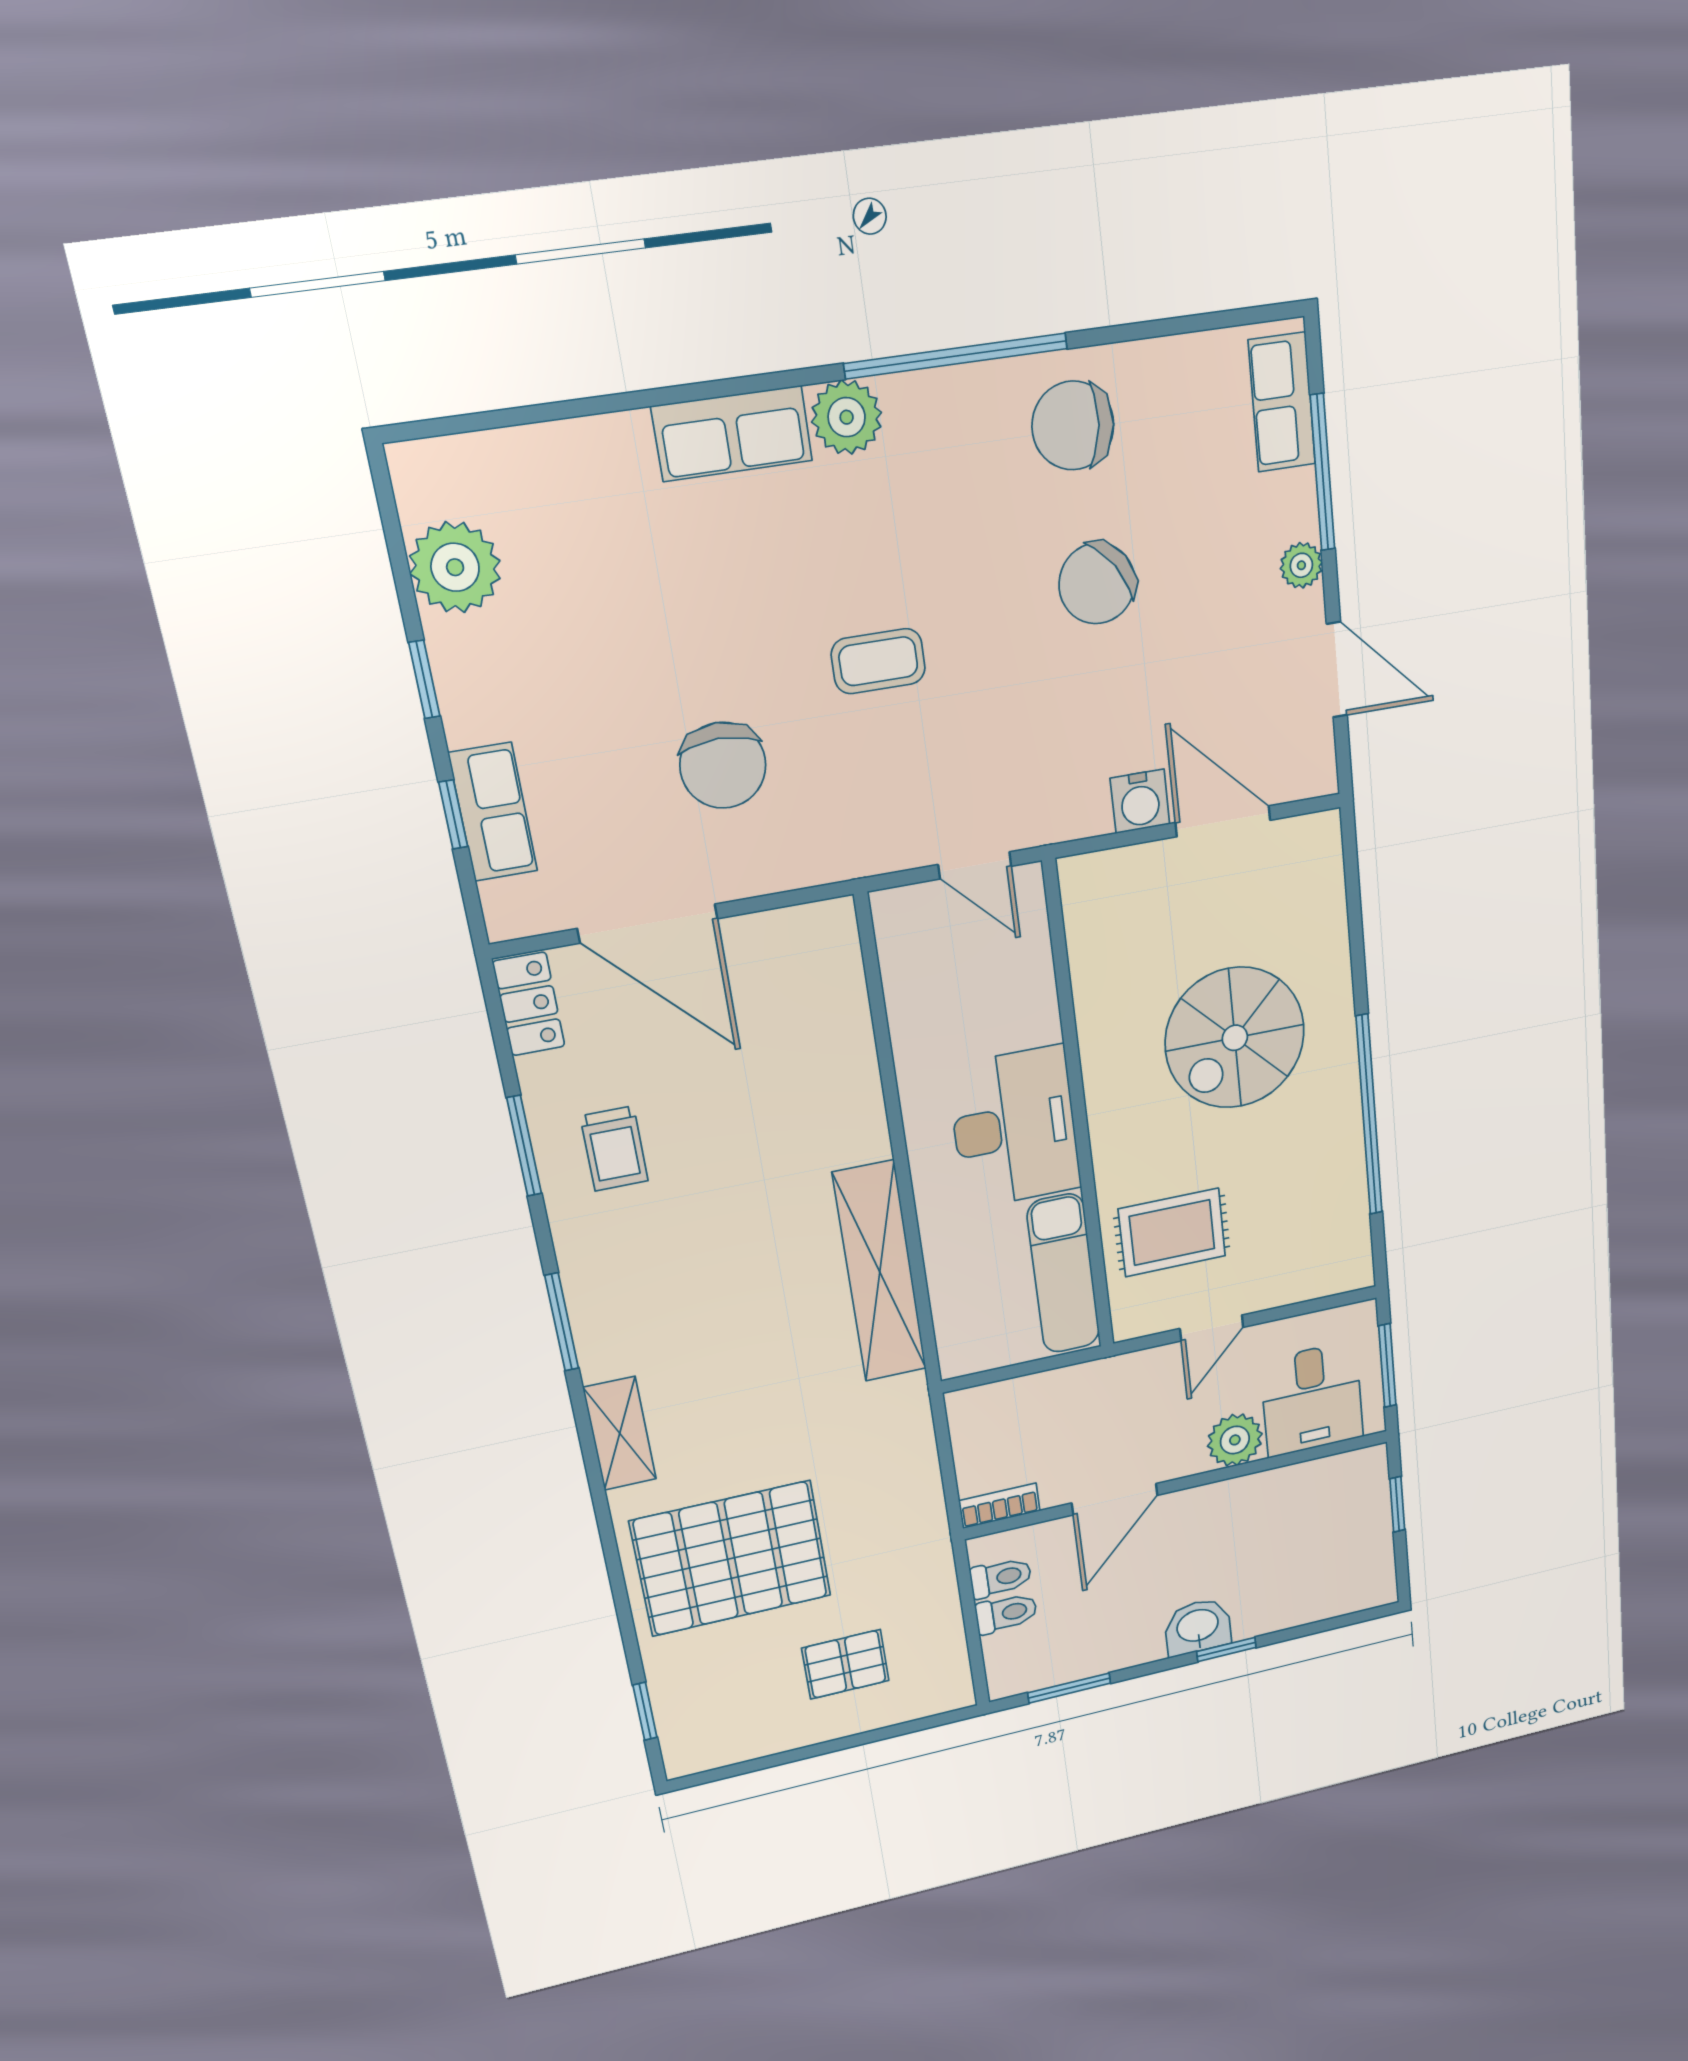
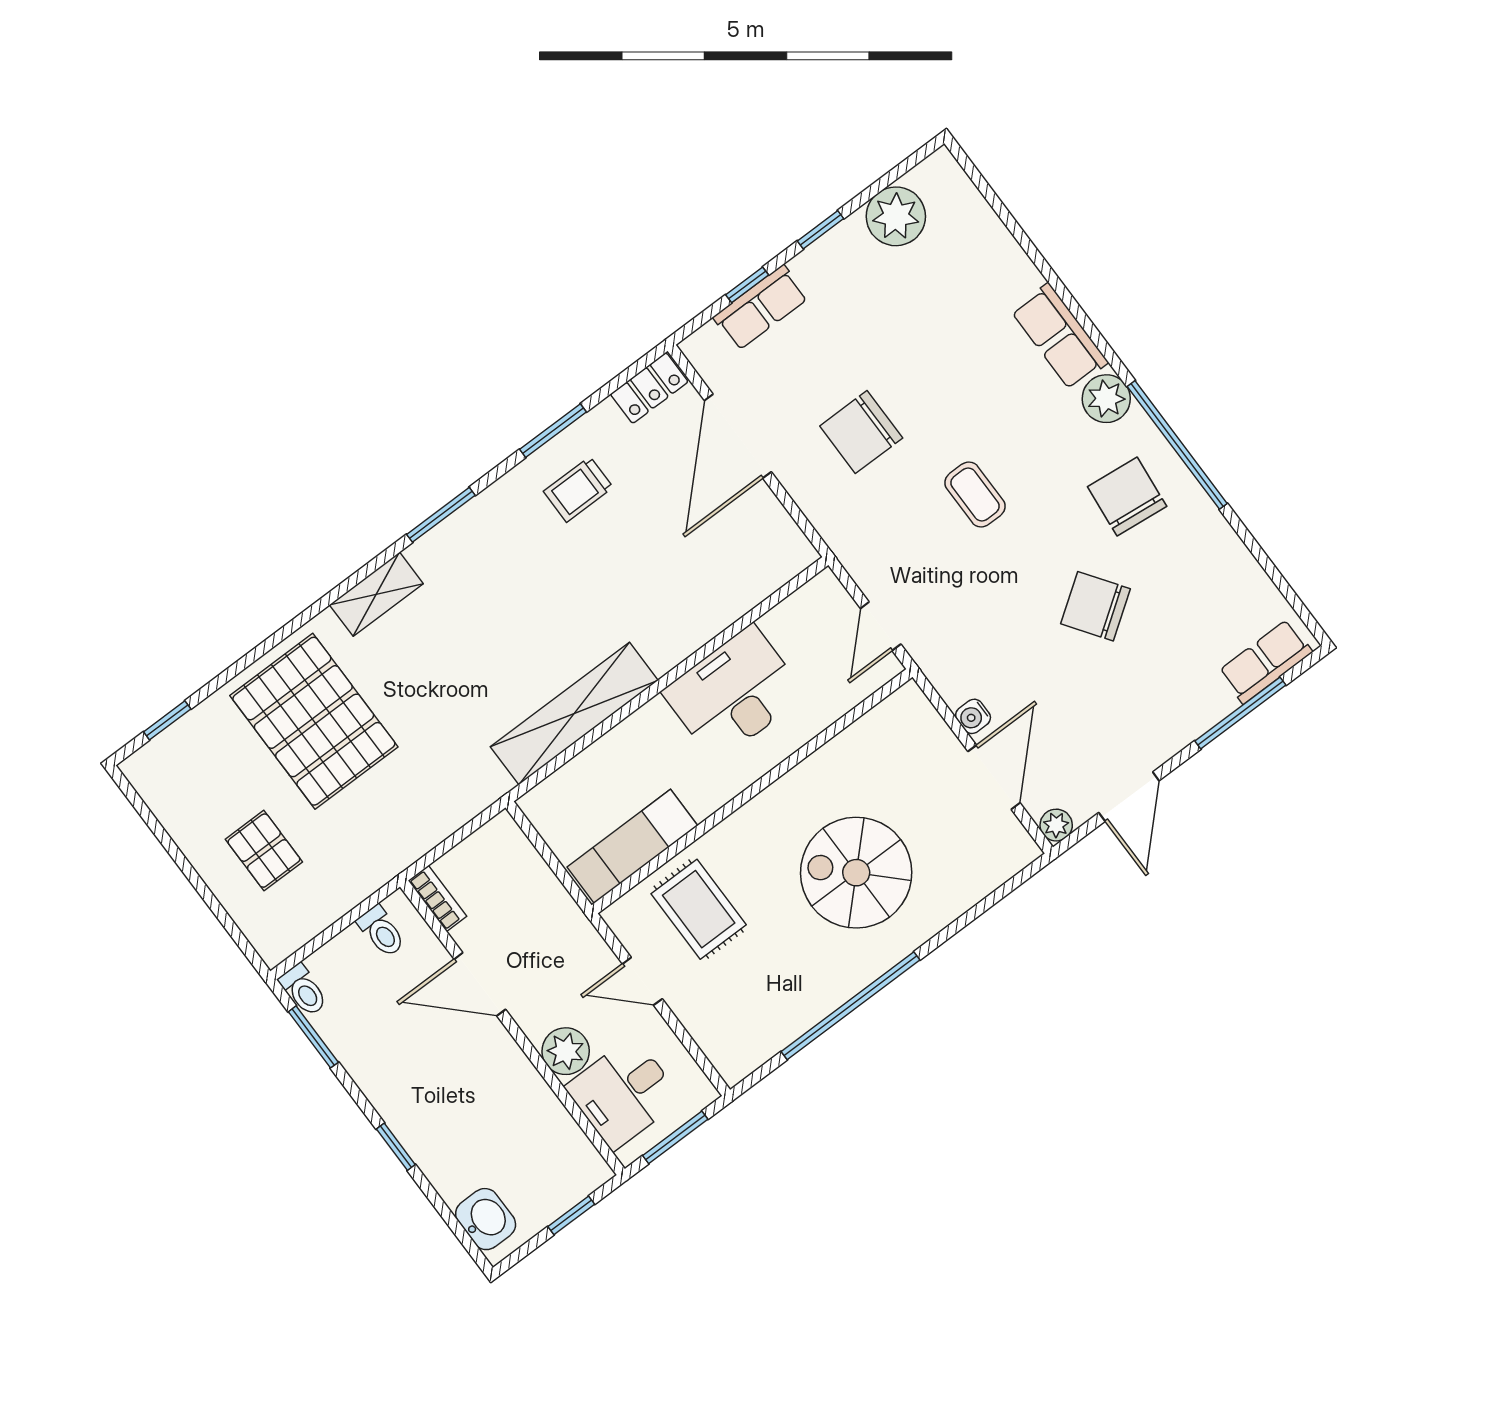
chair: (1073, 426) -> (1127, 497), moved
plant: (1301, 565) -> (1056, 825), moved
water cooler: (1140, 801) -> (973, 716), width x0.72, depth x0.72
desk: (1015, 1127) -> (734, 693), moved, turned 180
toilet: (1006, 1613) -> (303, 990), moved
washbasin: (1198, 1627) -> (486, 1219), moved

